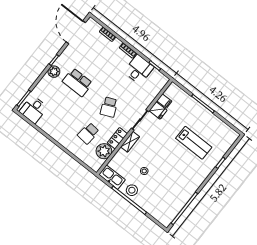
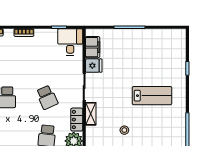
desk: (139, 69) -> (70, 42), moved
filing cabinet: (164, 101) -> (93, 47), width x2.00
lab bench: (194, 143) -> (152, 96), moved

